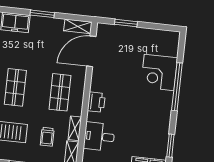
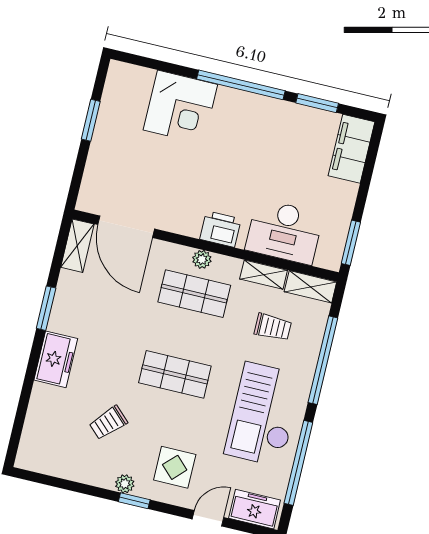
window: (126, 23) -> (91, 120), moved
window: (177, 87) -> (241, 85), moved
plant: (79, 94) -> (202, 259), added
desk: (99, 137) -> (284, 232), width x1.37

